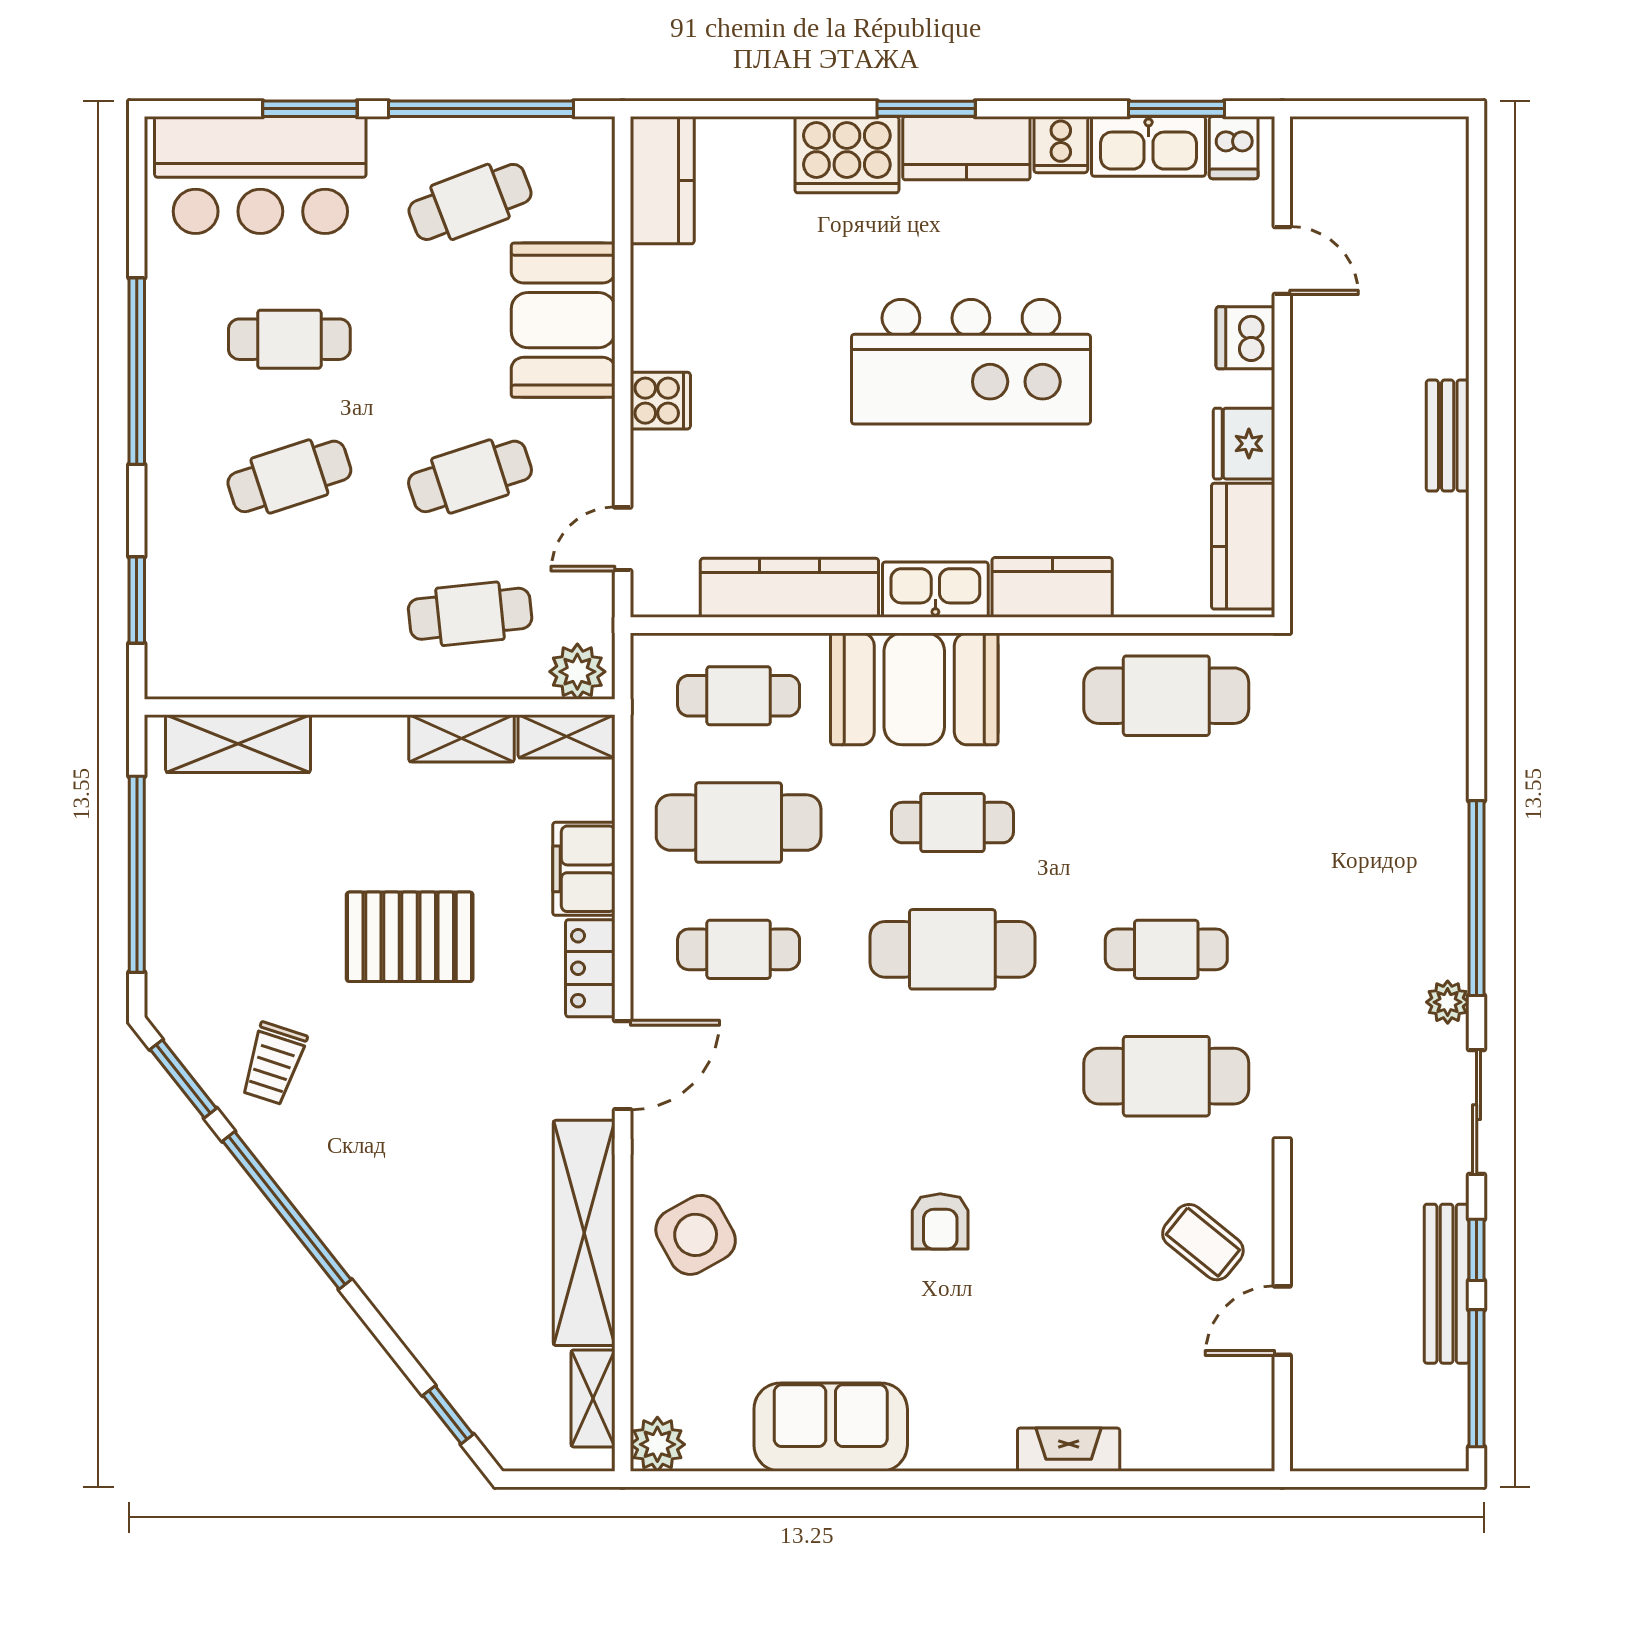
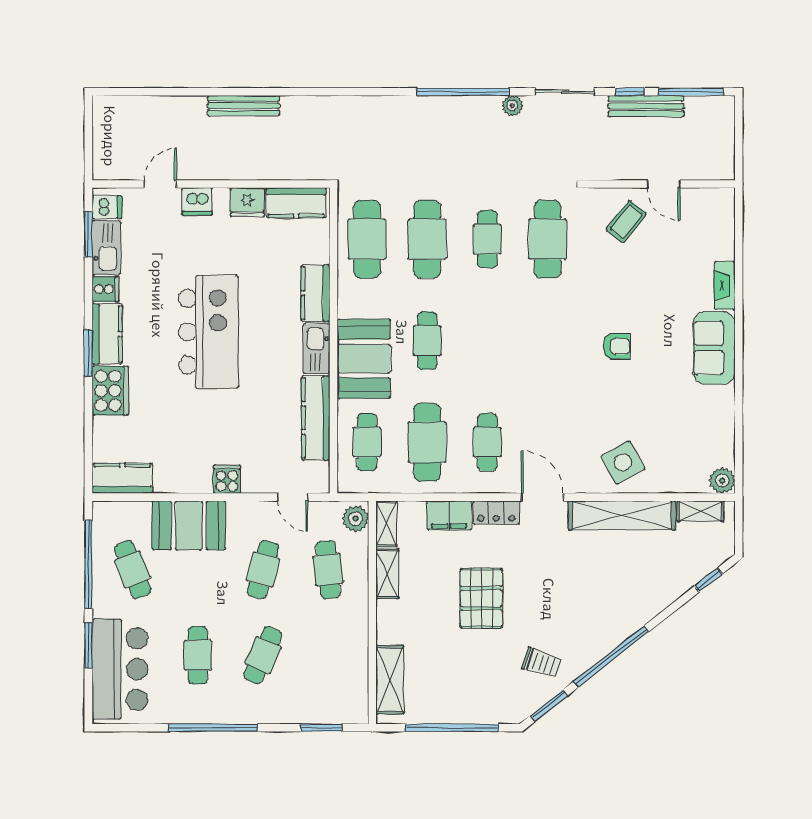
bench: (1448, 436) -> (243, 106), width x1.36
cafe table: (289, 476) -> (263, 655), turned 42
cafe table: (470, 476) -> (263, 570), turned 33
cafe table: (952, 949) -> (427, 239), moved
sofa: (831, 1427) -> (714, 348), moved

